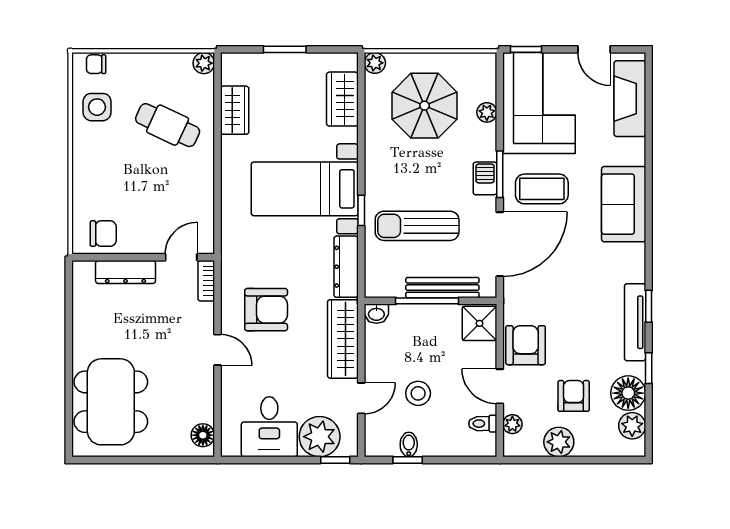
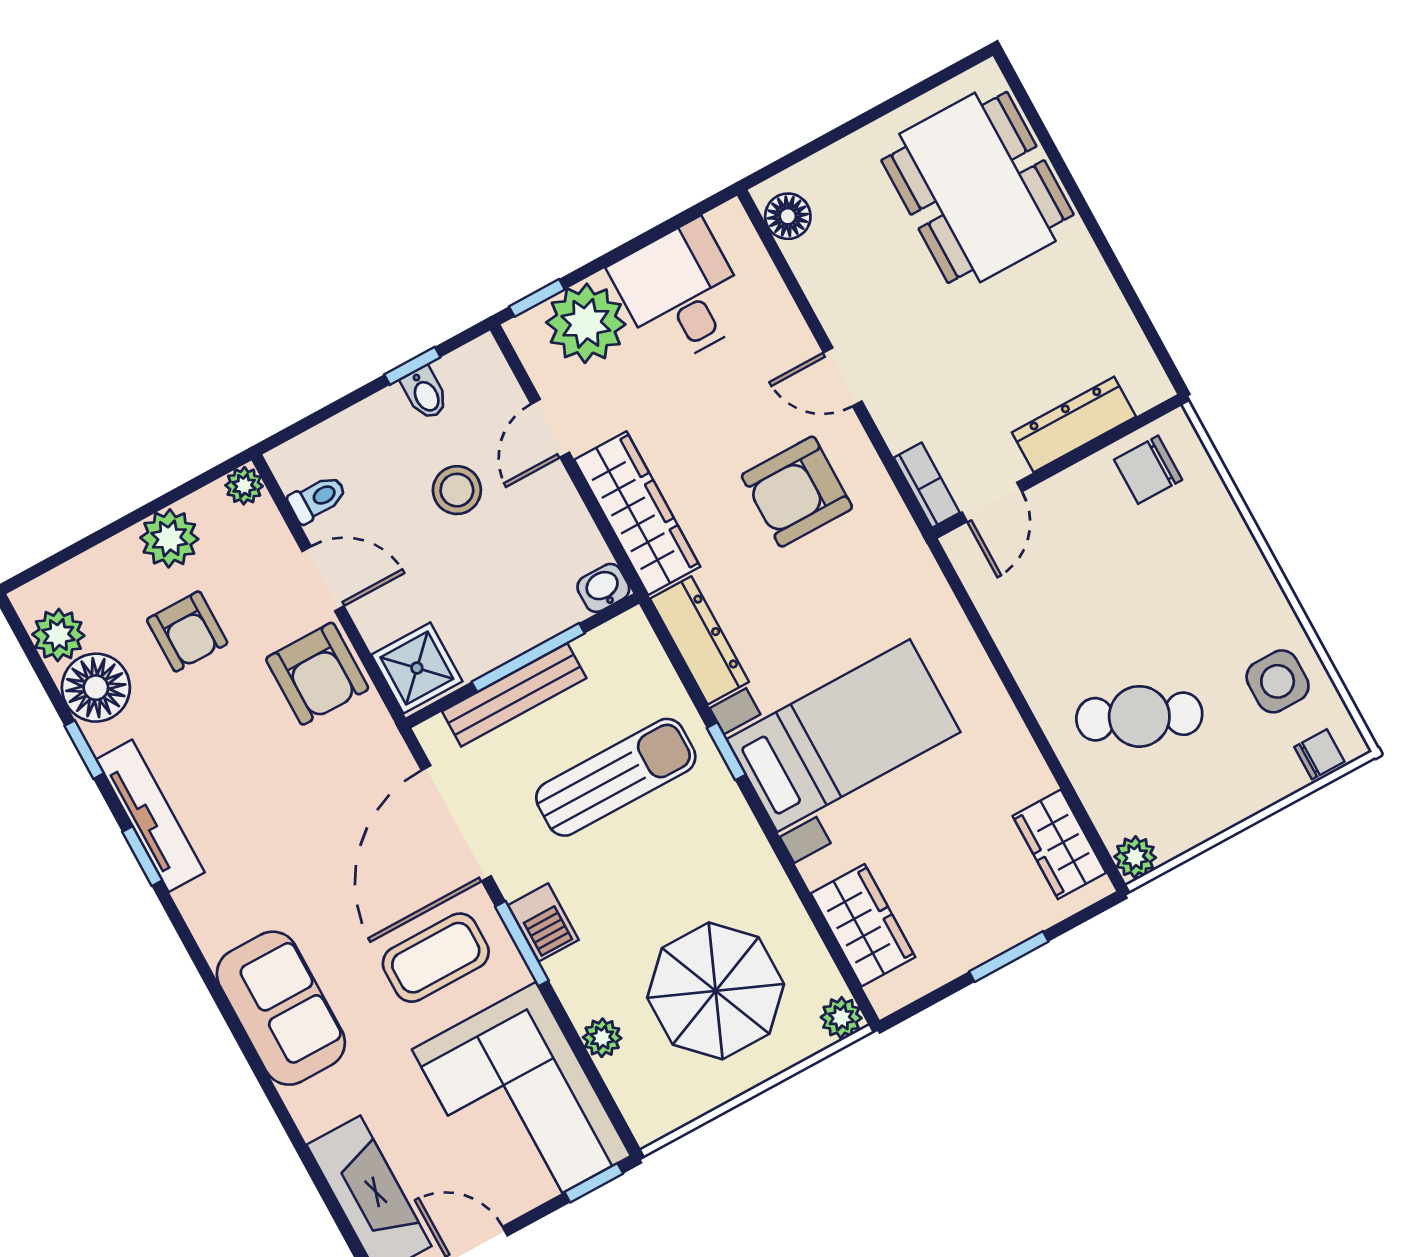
wardrobe: (235, 110) -> (1059, 844), moved
plant: (512, 424) -> (244, 486), moved

